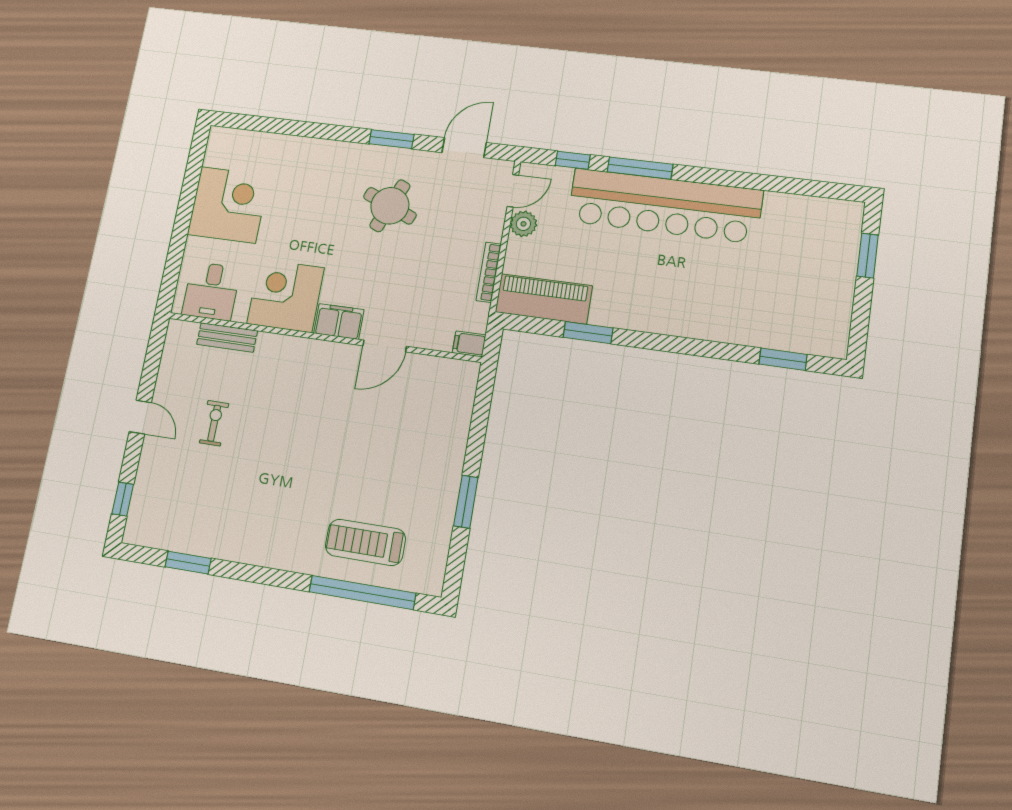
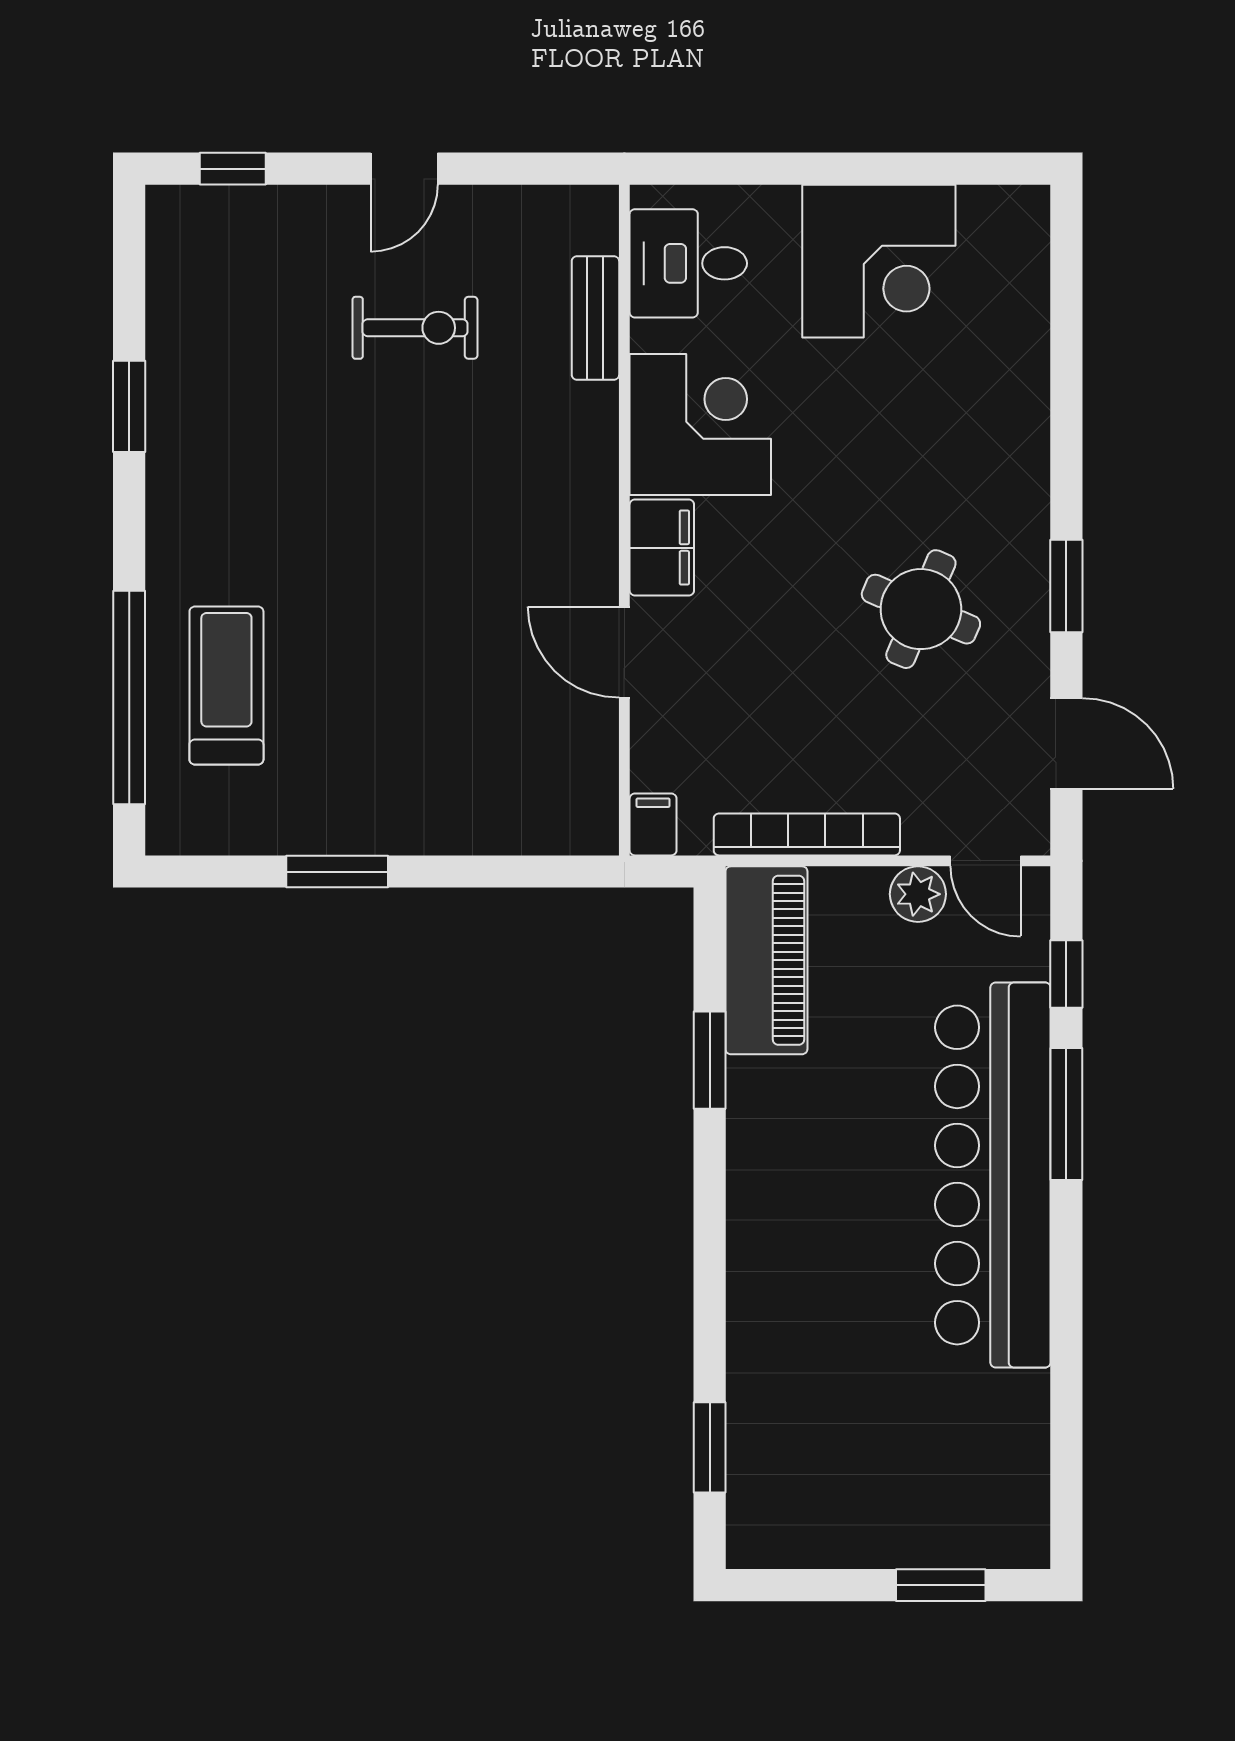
bookcase: (489, 272) -> (807, 834), width x1.48, depth x1.31
exercise bike: (214, 423) -> (415, 328), width x1.38, depth x1.39
window: (188, 563) -> (129, 406), moved

